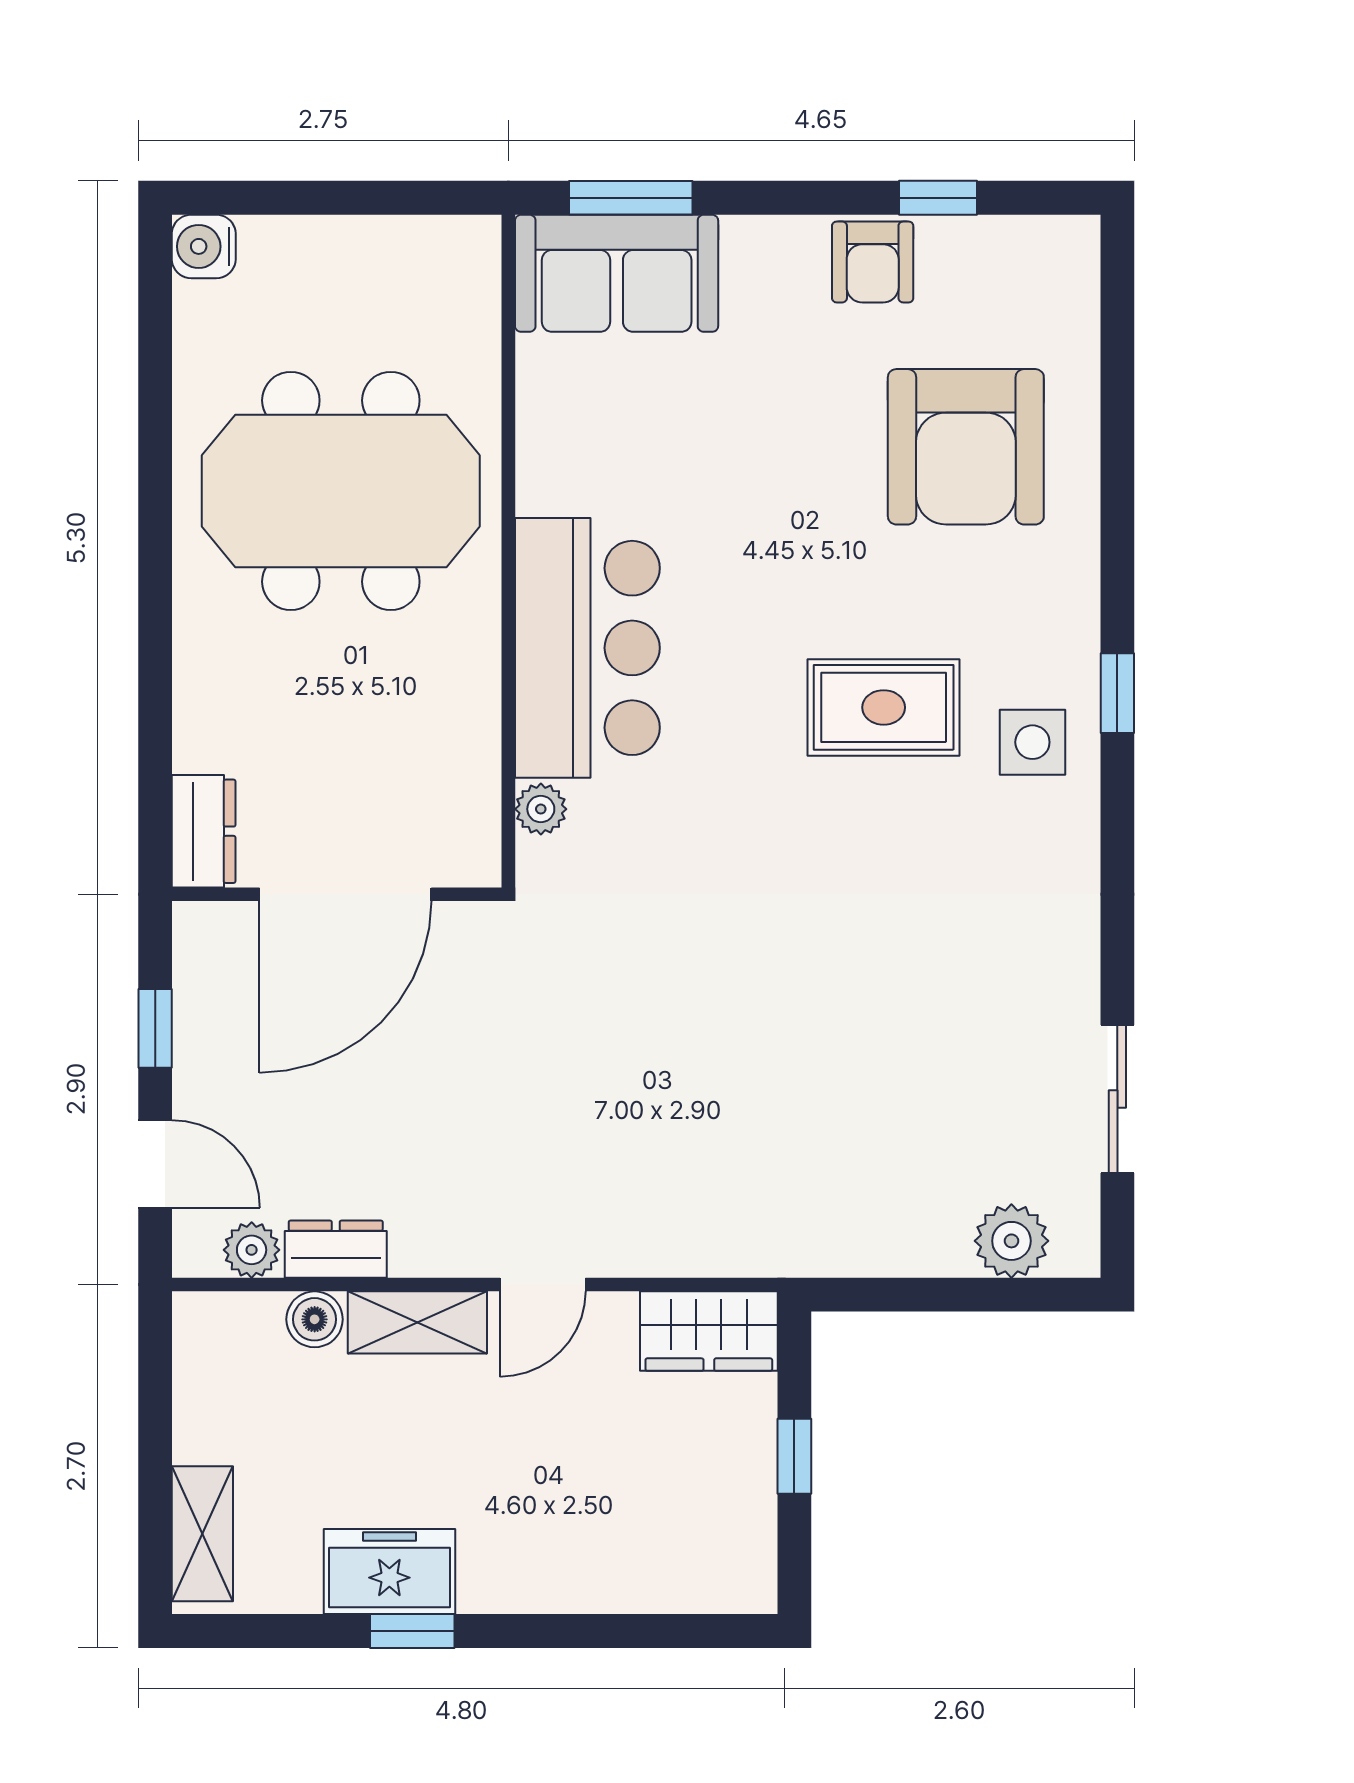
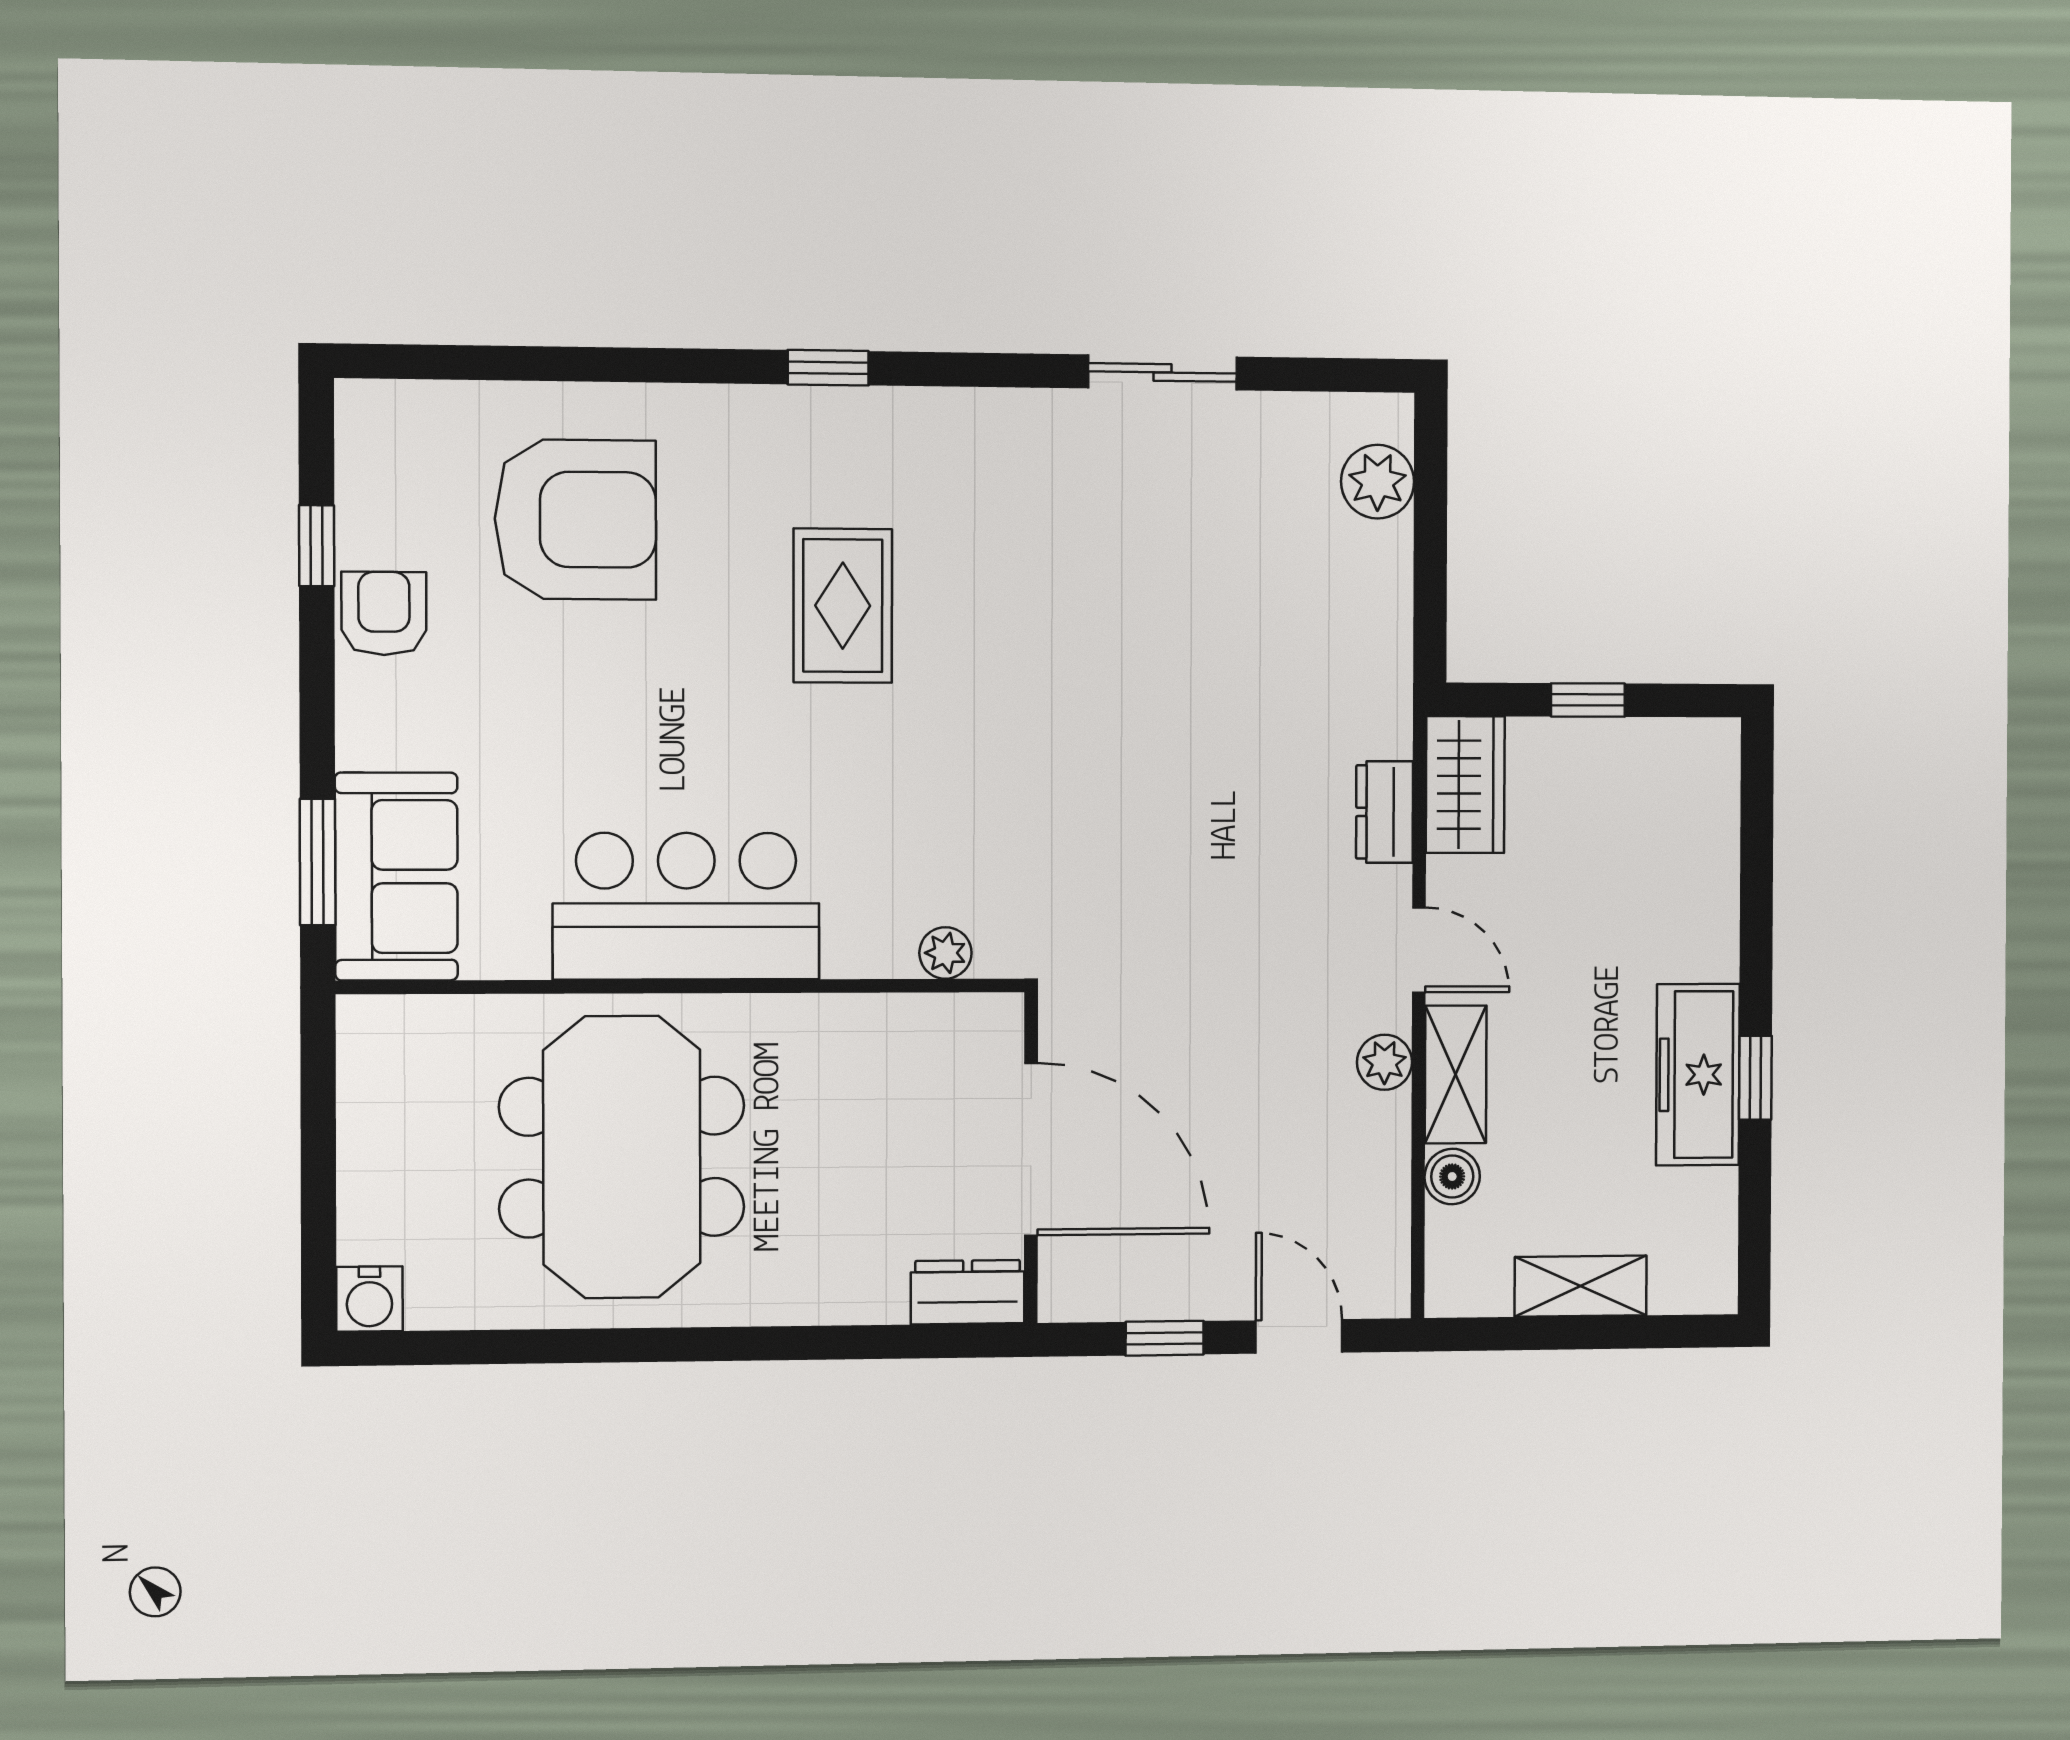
armchair: (873, 262) -> (384, 613), turned -90
bar counter: (587, 648) -> (686, 906), moved
side table: (1032, 742) -> (878, 455), removed
sliding door: (1117, 1099) -> (1162, 372), moved
door: (155, 1164) -> (1299, 1336), hinge flipped
dresser: (336, 1249) -> (1385, 812), moved
plant: (252, 1250) -> (1384, 1062), moved
shelving: (202, 1534) -> (1581, 1286), moved
freezer: (389, 1572) -> (1698, 1075), width x1.40

